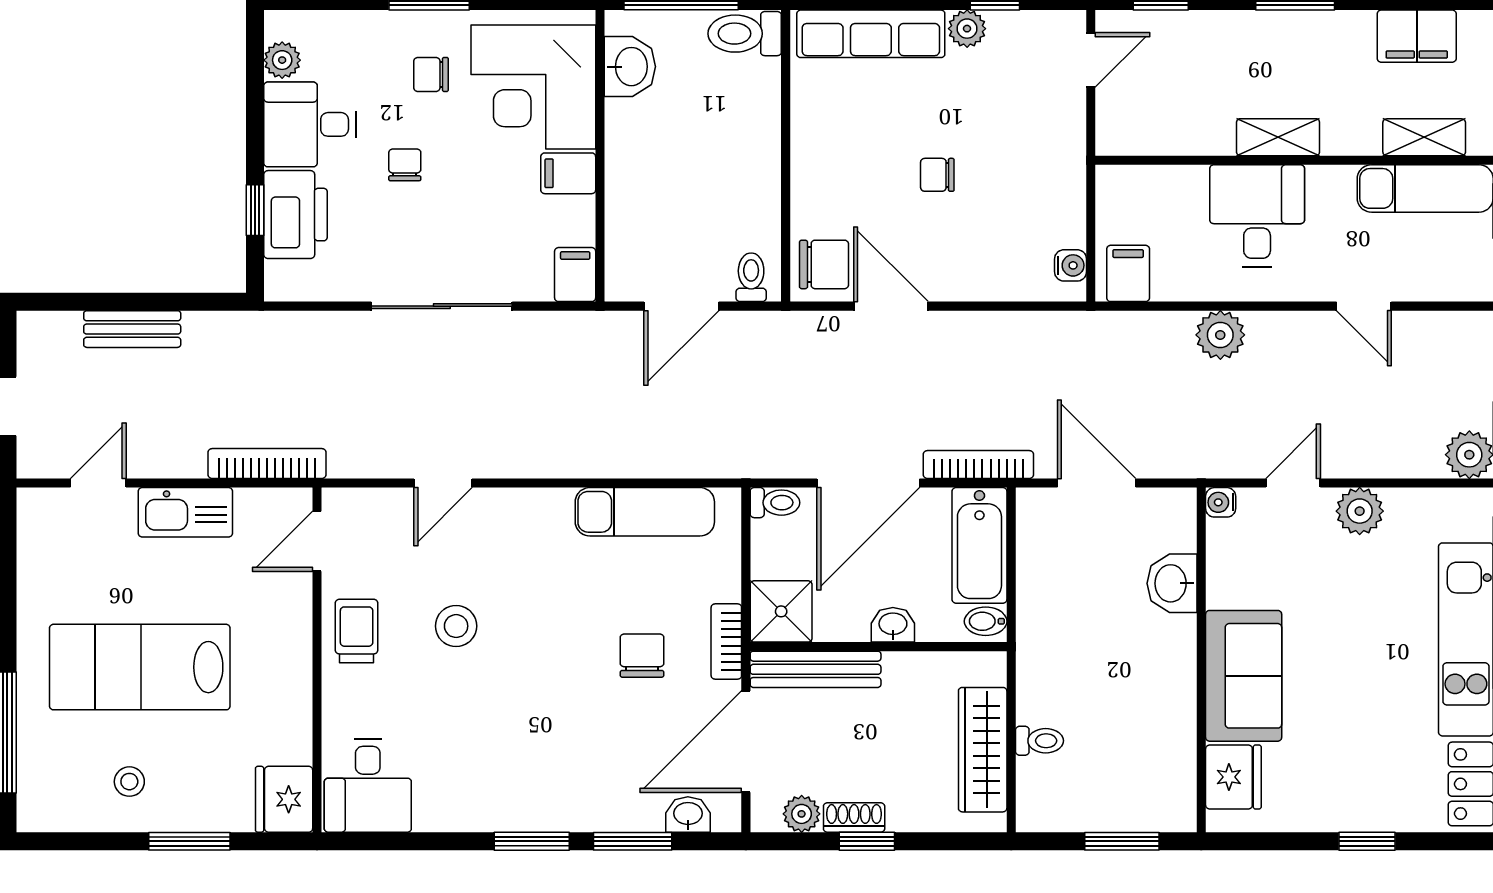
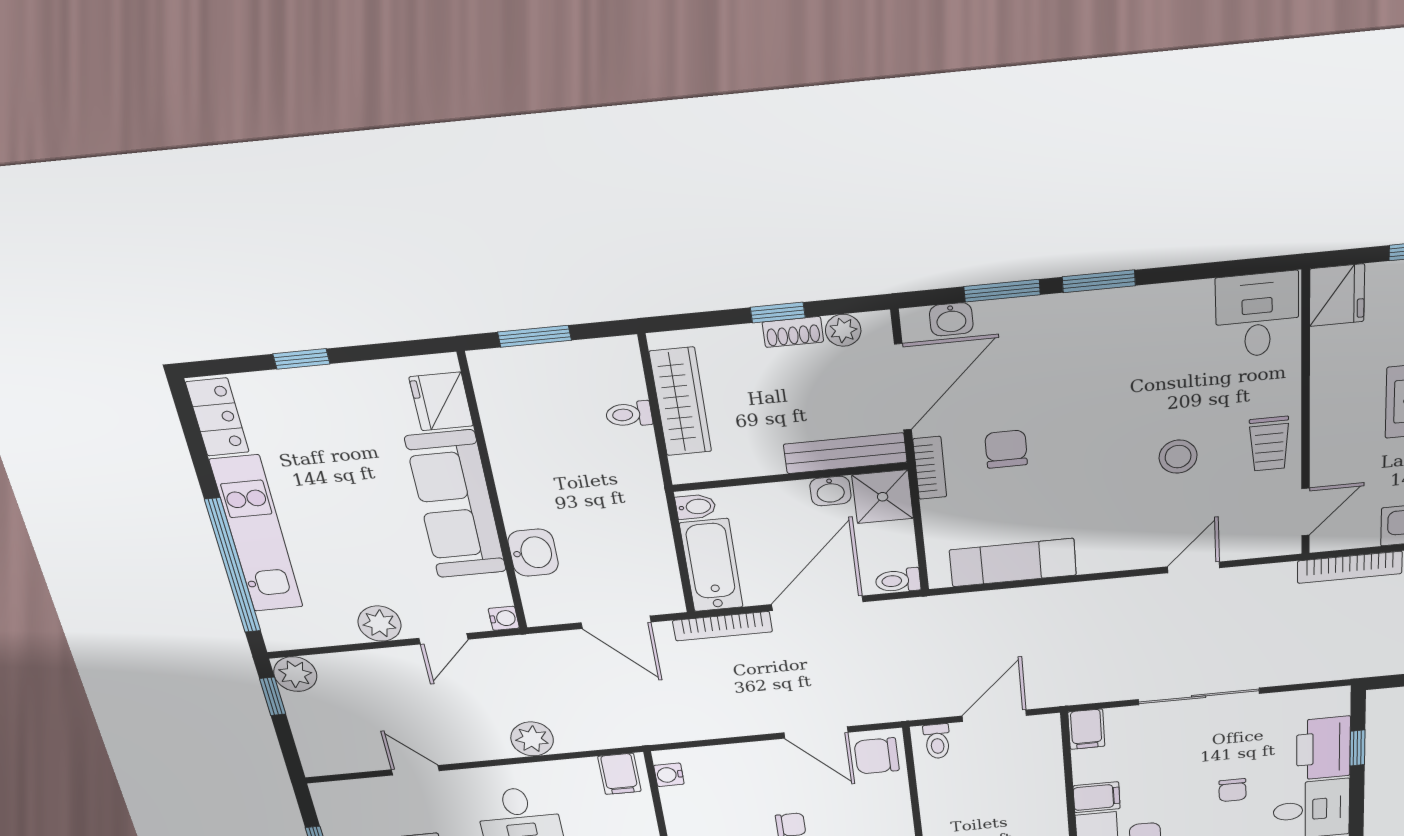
washbasin: (893, 625) -> (830, 491), moved
chair: (642, 656) -> (1006, 449), turned 180
sofa: (1244, 676) -> (456, 505), width x1.36

